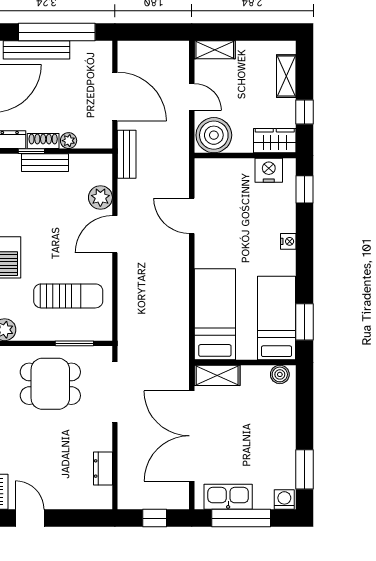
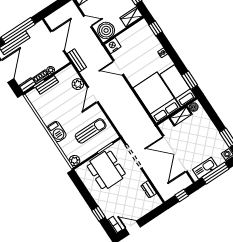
door: (115, 97) -> (57, 41), hinge flipped
nightstand: (269, 170) -> (113, 46), moved
bed: (215, 314) -> (157, 98), width x1.50
shelving: (217, 375) -> (181, 116), moved
dining table: (50, 384) -> (106, 170), width x1.38

